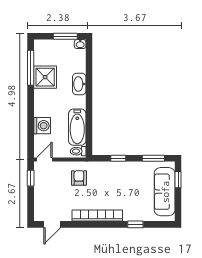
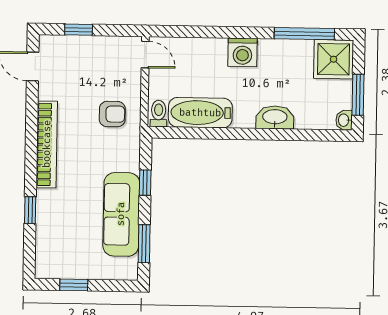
shower: (45, 77) -> (334, 59), moved
washing machine: (42, 126) -> (242, 52), moved
window: (31, 178) -> (79, 30), moved
window: (178, 180) -> (74, 285), moved
sofa: (165, 192) -> (121, 214), moved, turned -90

